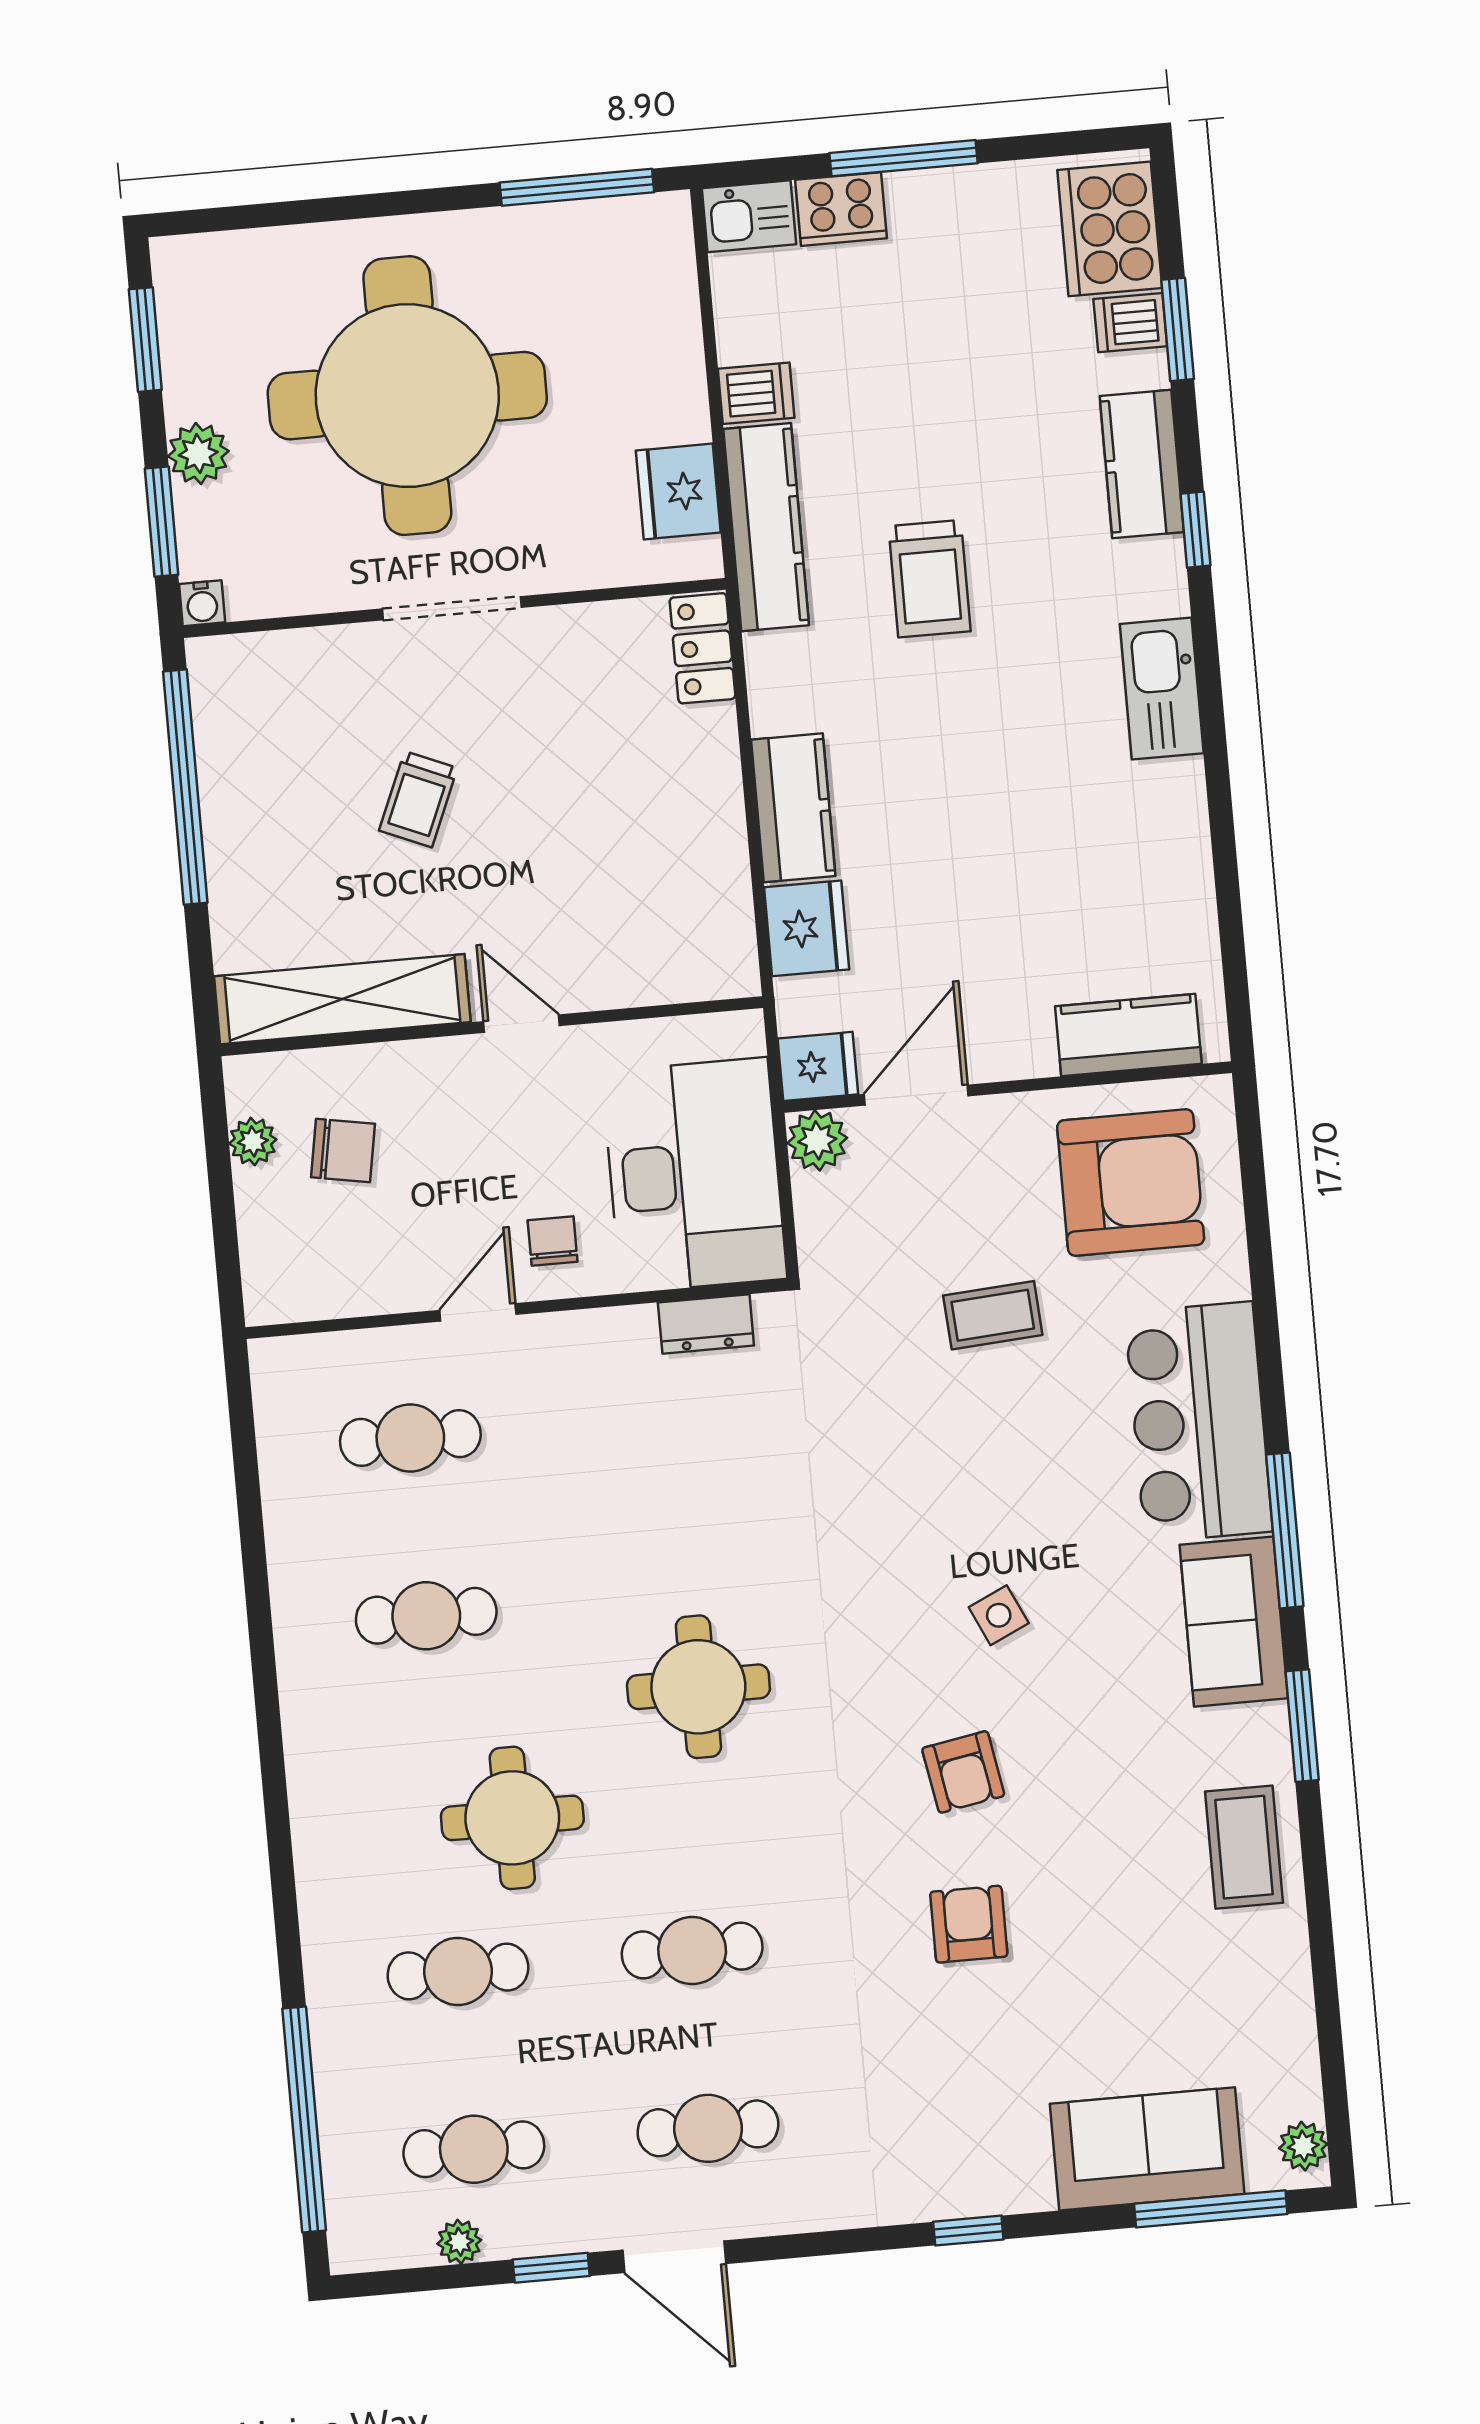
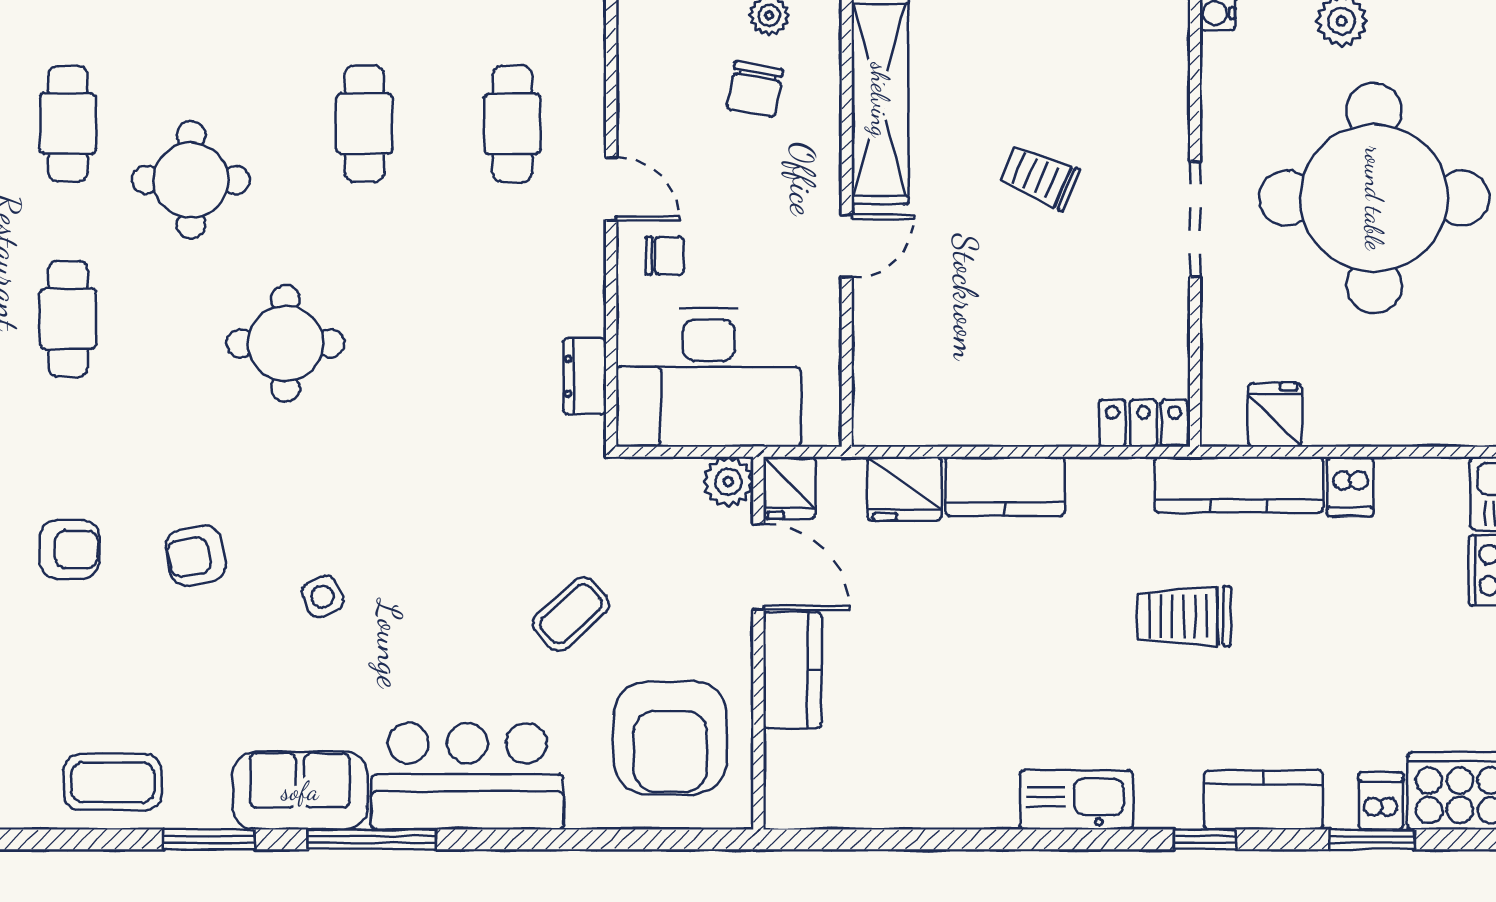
fridge: (678, 492) -> (1275, 415), width x0.72
kitchen counter: (1128, 1035) -> (792, 670), moved
coffee table: (993, 1315) -> (571, 614), turned 52

